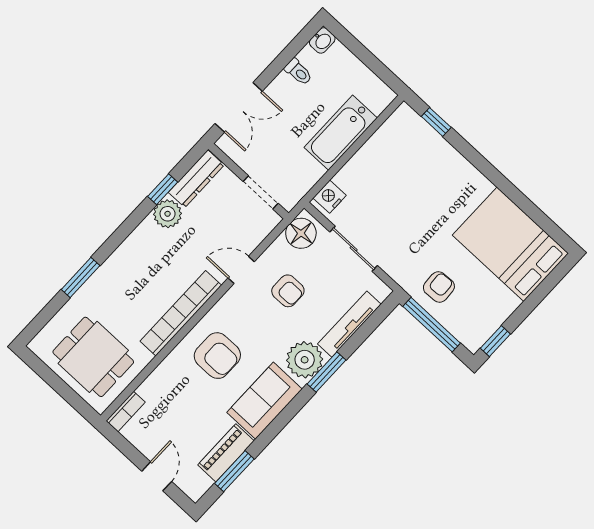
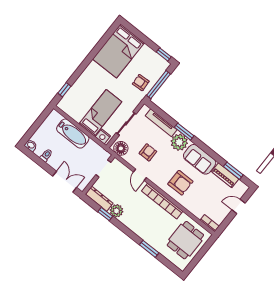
bed: (381, 195) -> (100, 113), added
armchair: (217, 356) -> (180, 183), turned 90

